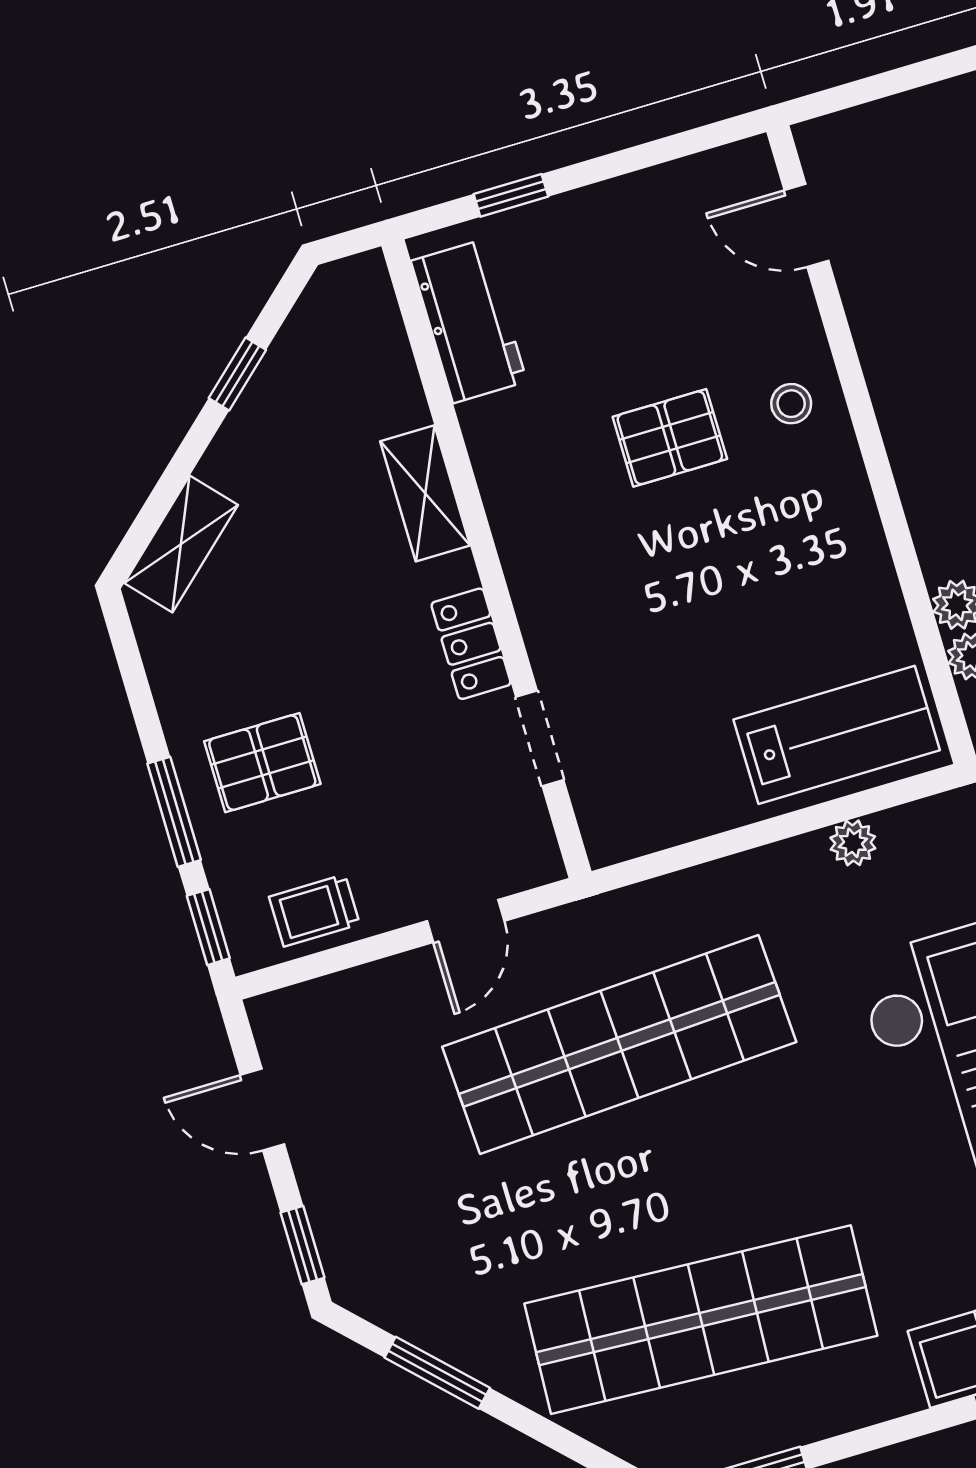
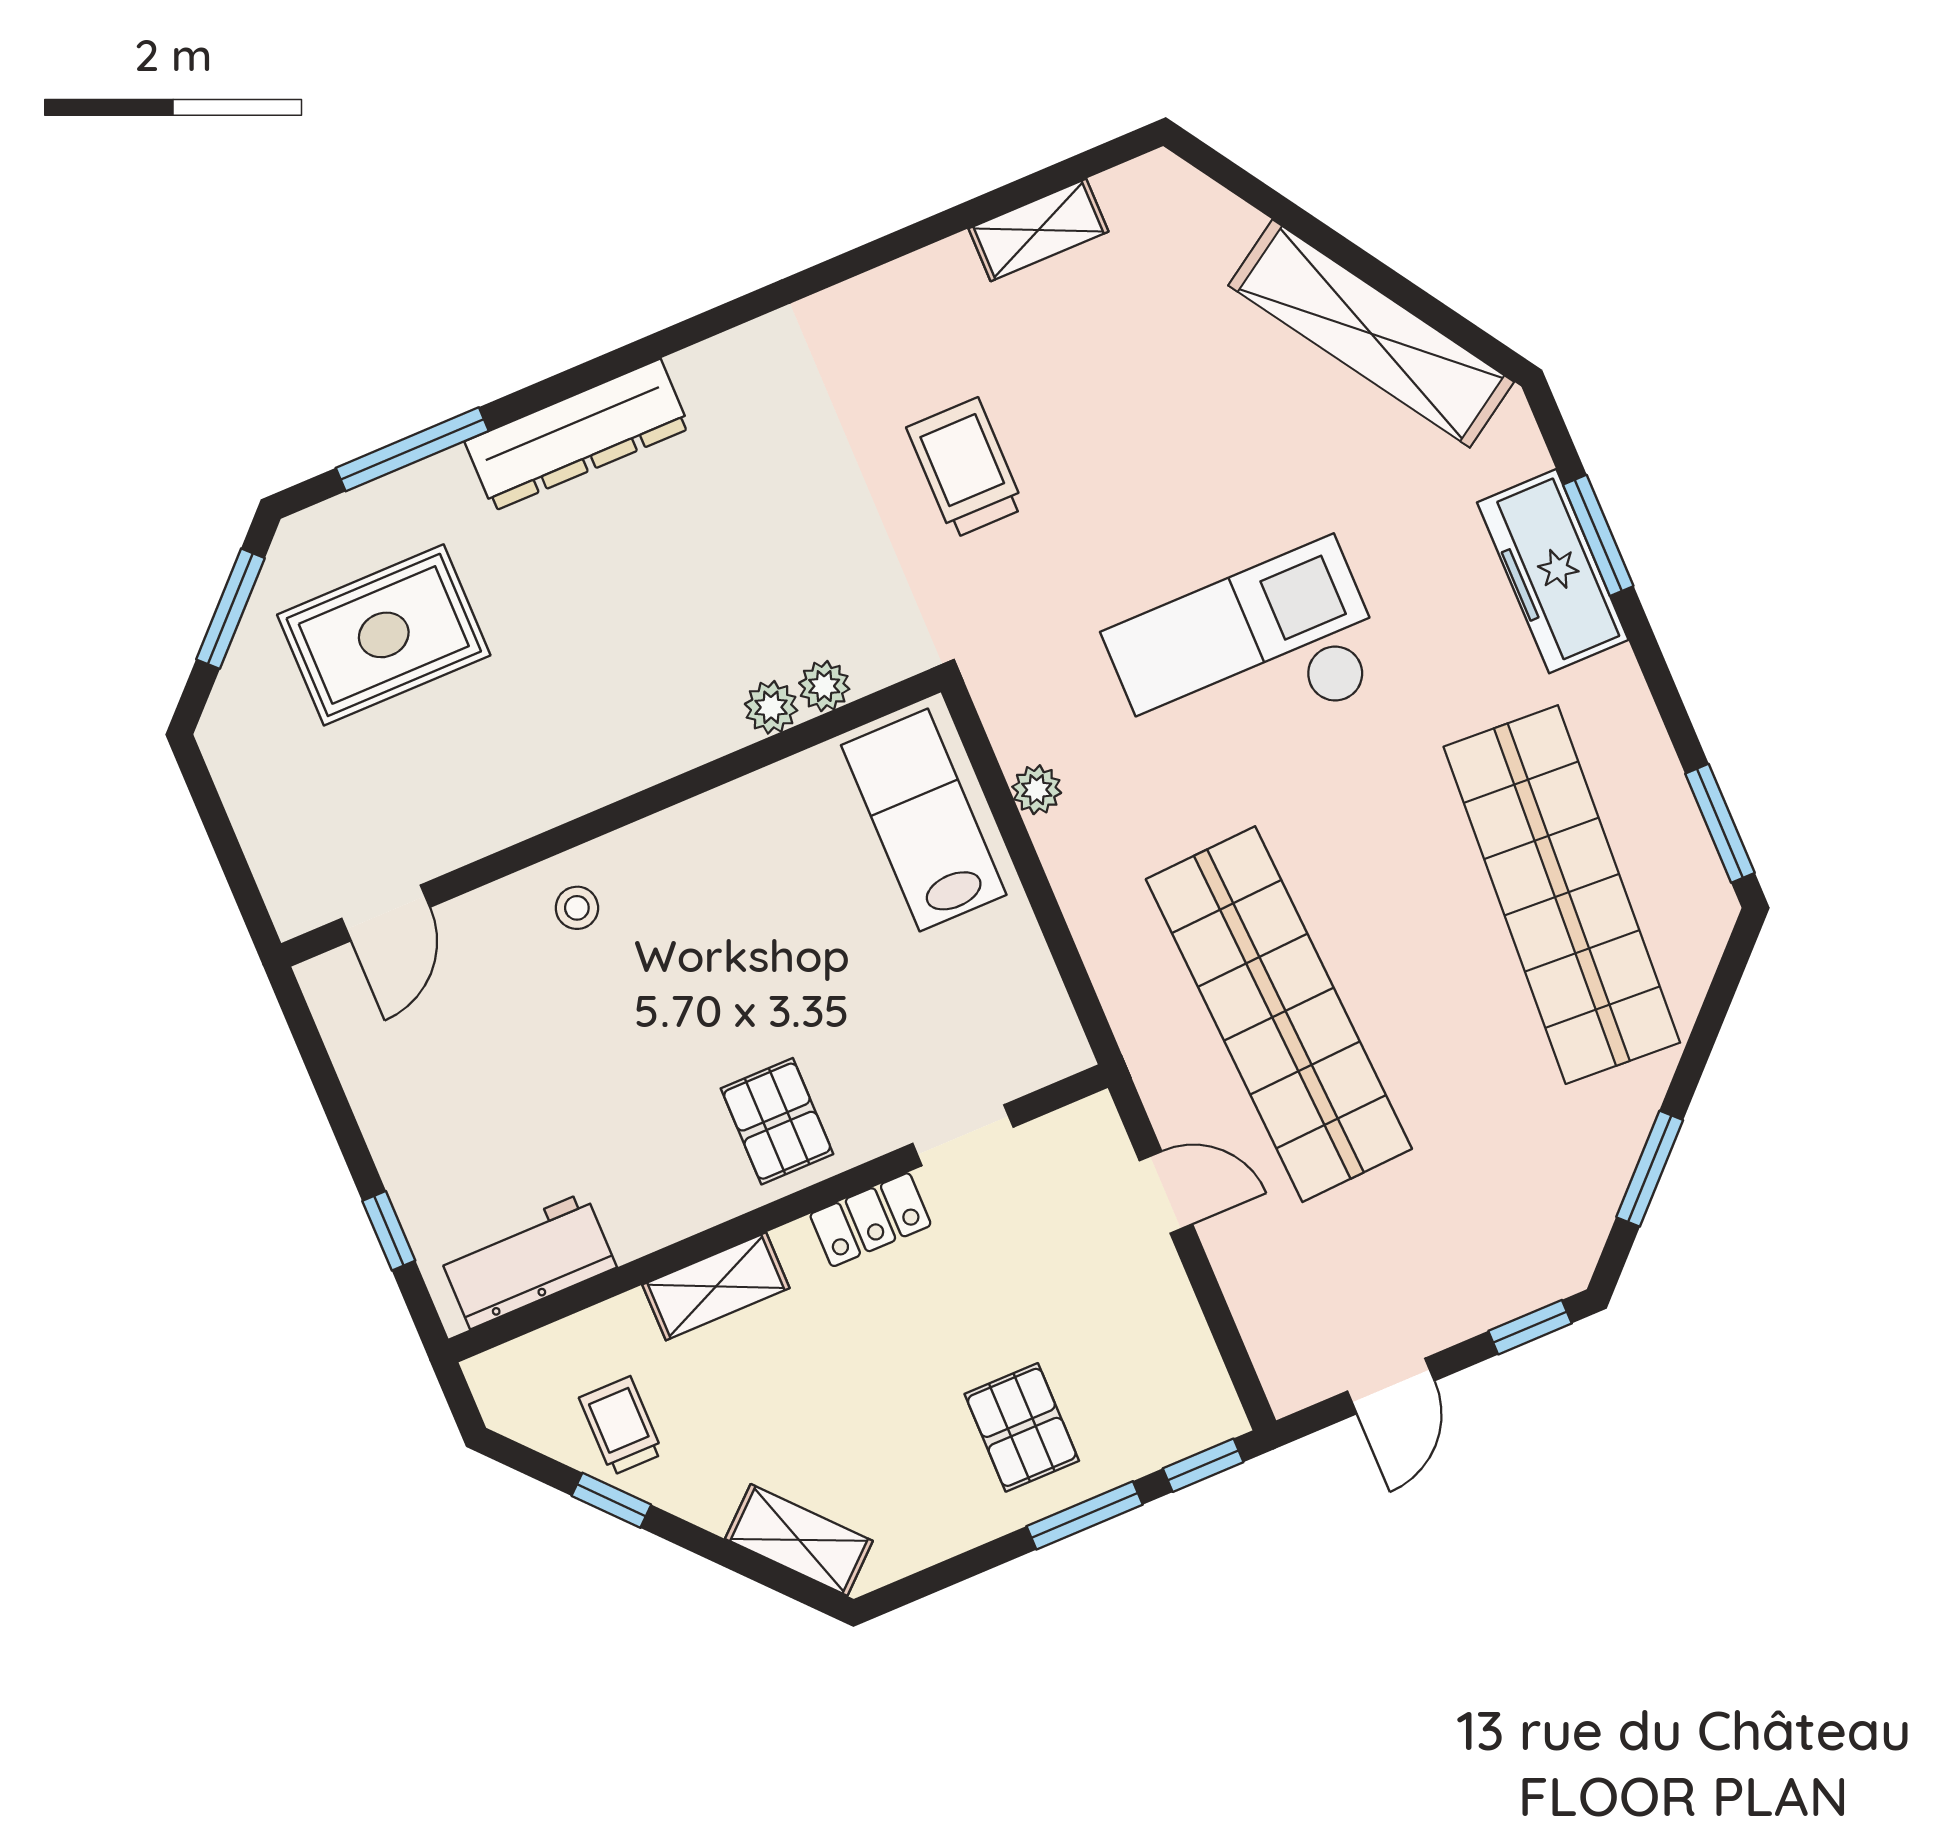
pallet: (670, 438) -> (777, 1121), moved
trolley: (314, 910) -> (621, 1426), moved, turned 180

